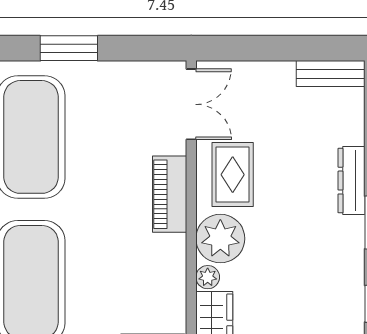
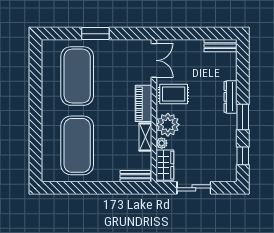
rug: (233, 175) -> (174, 94), turned 90
shelving: (173, 264) -> (145, 137), added

